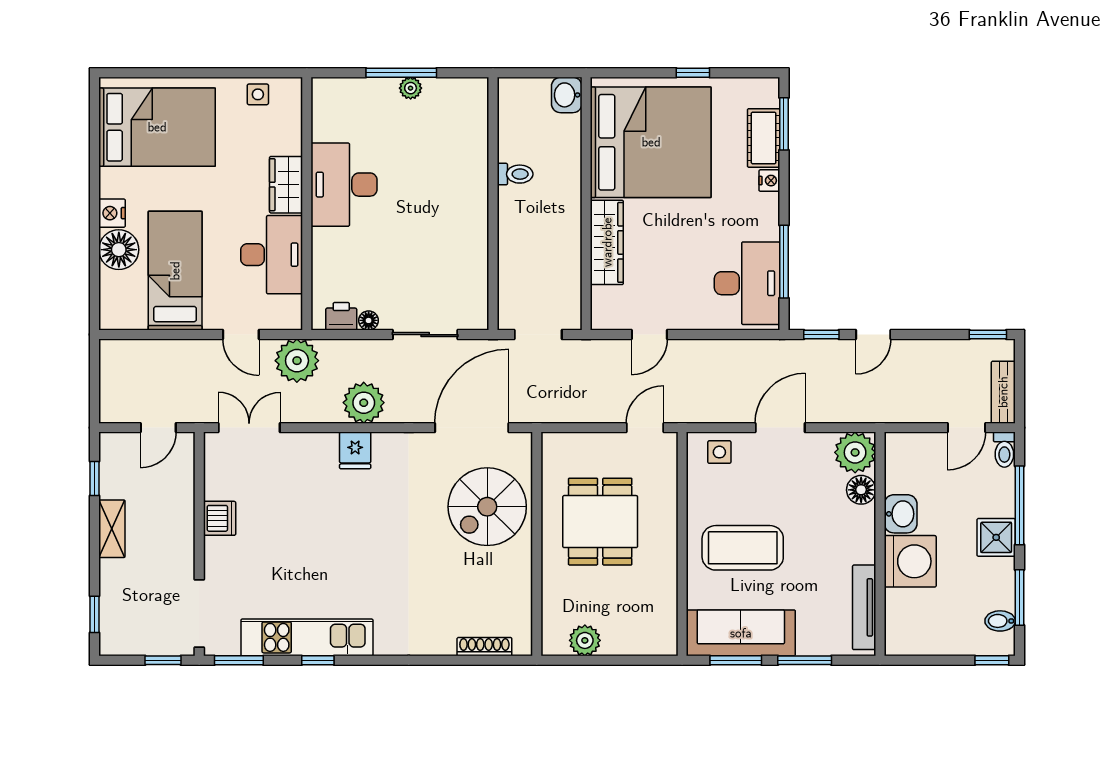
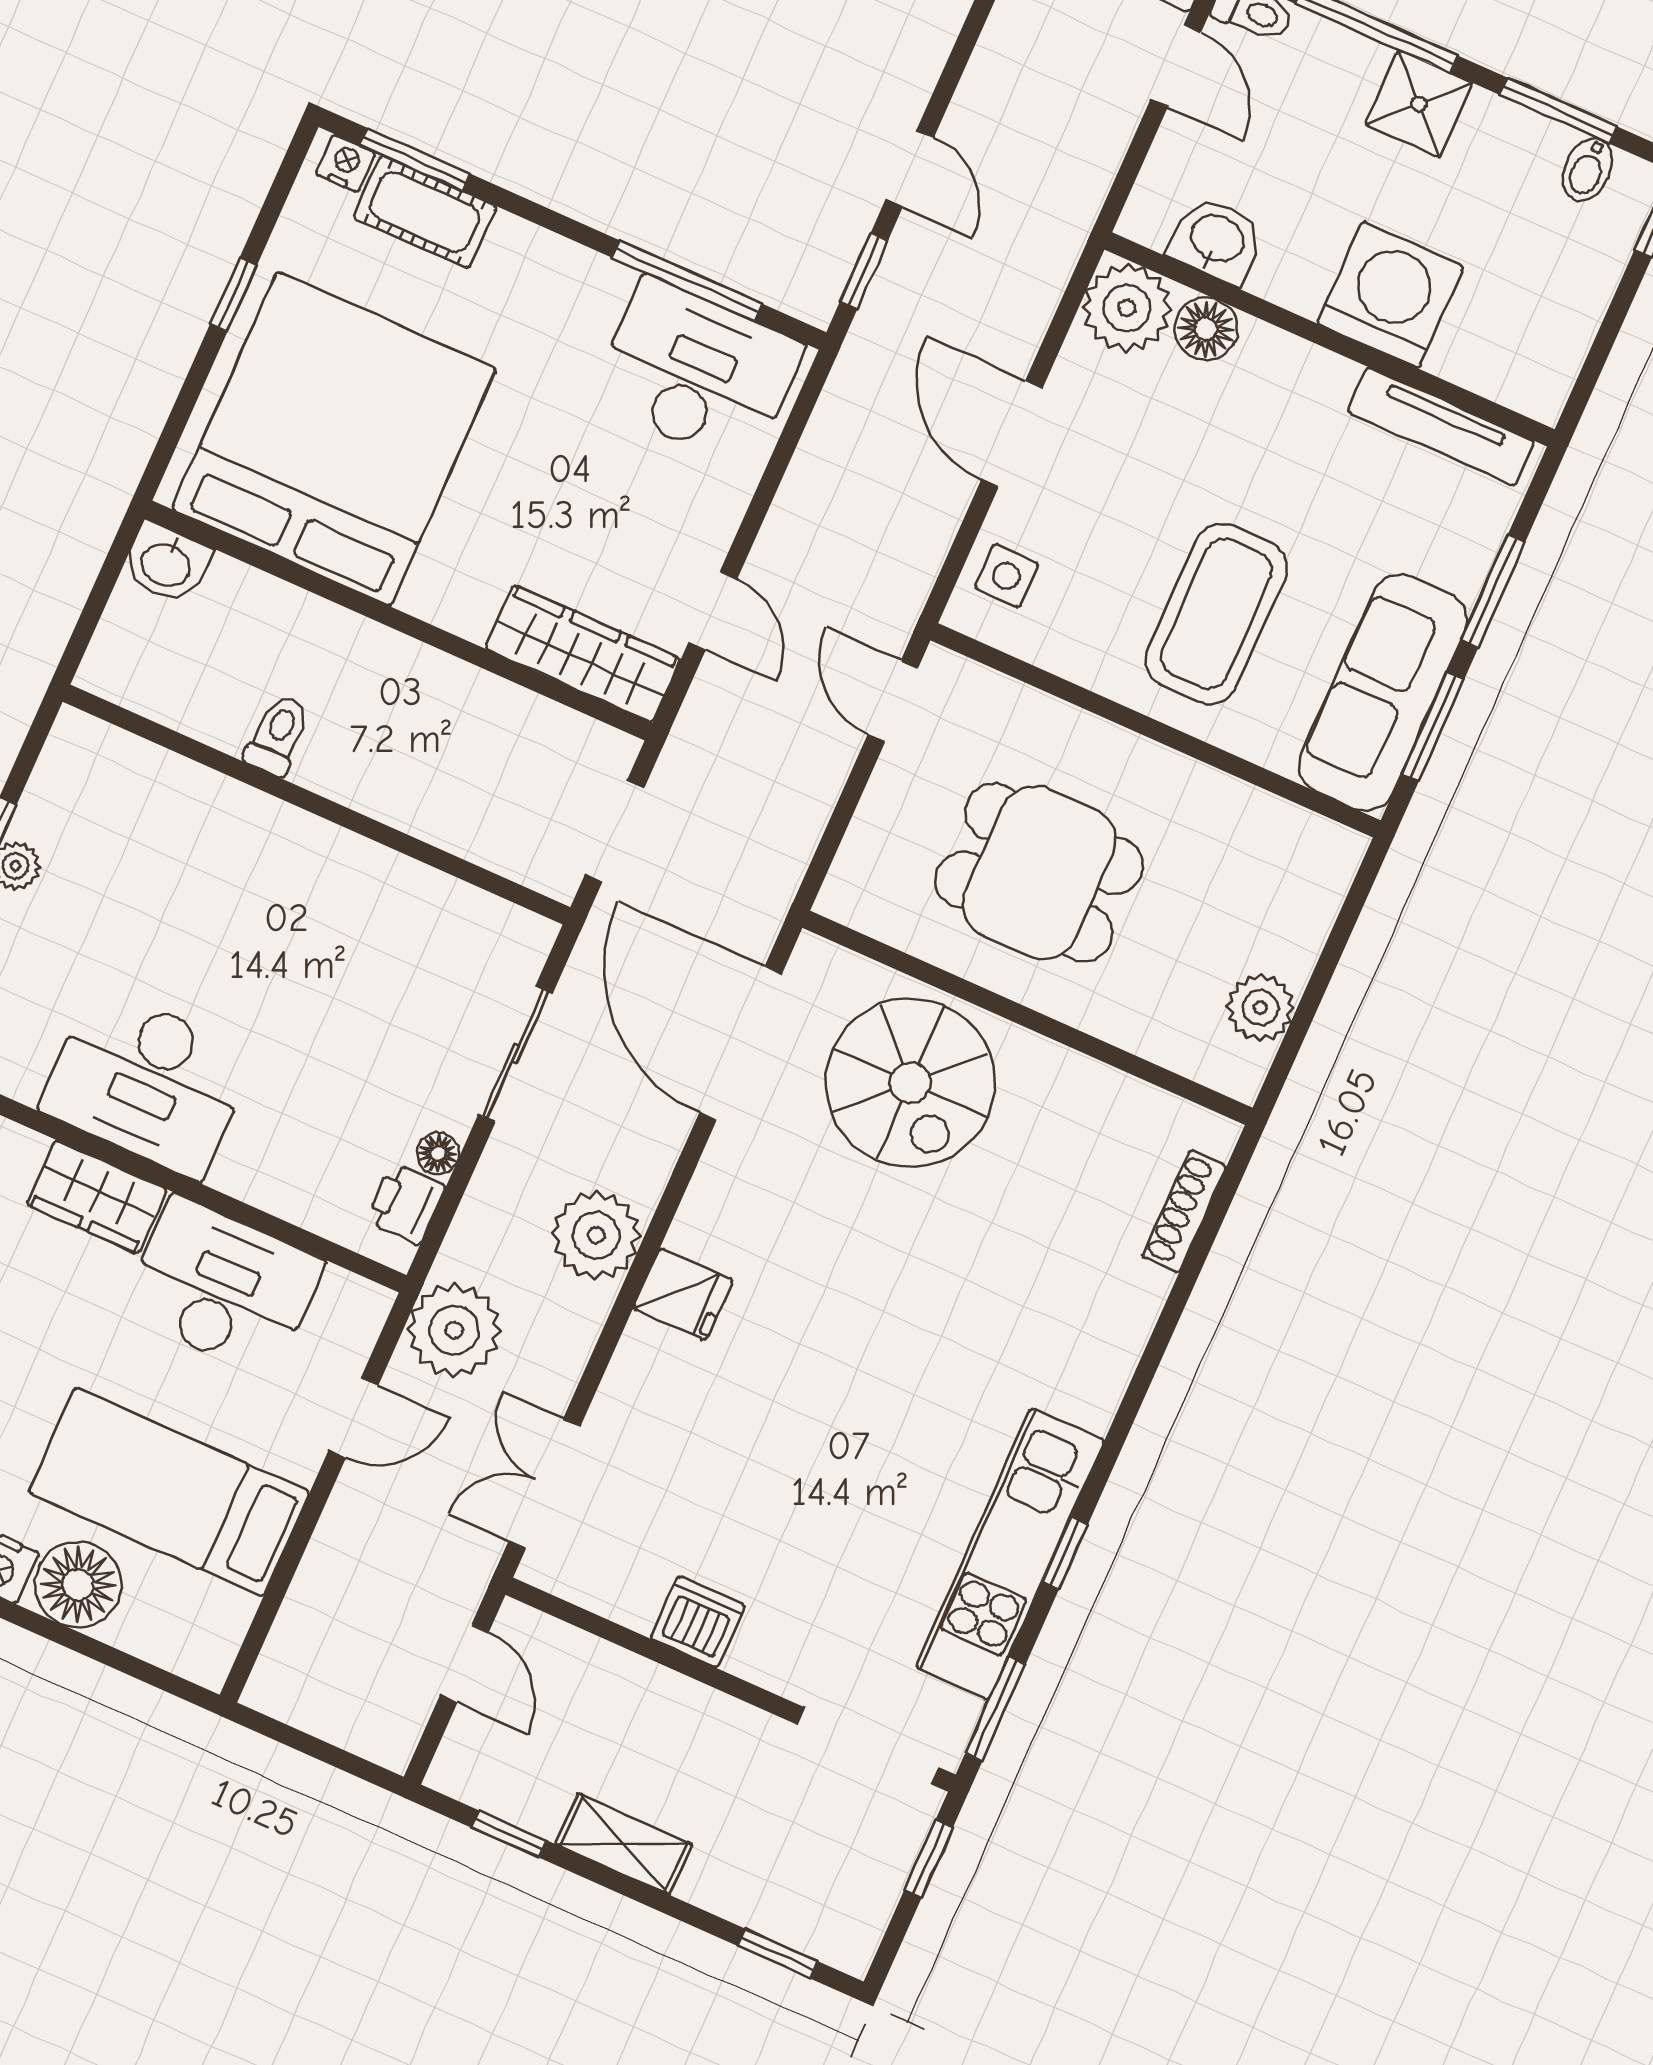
nightstand: (769, 181) -> (346, 163), moved
wardrobe: (607, 242) -> (583, 654), moved
washbasin: (901, 514) -> (1217, 240), moved

